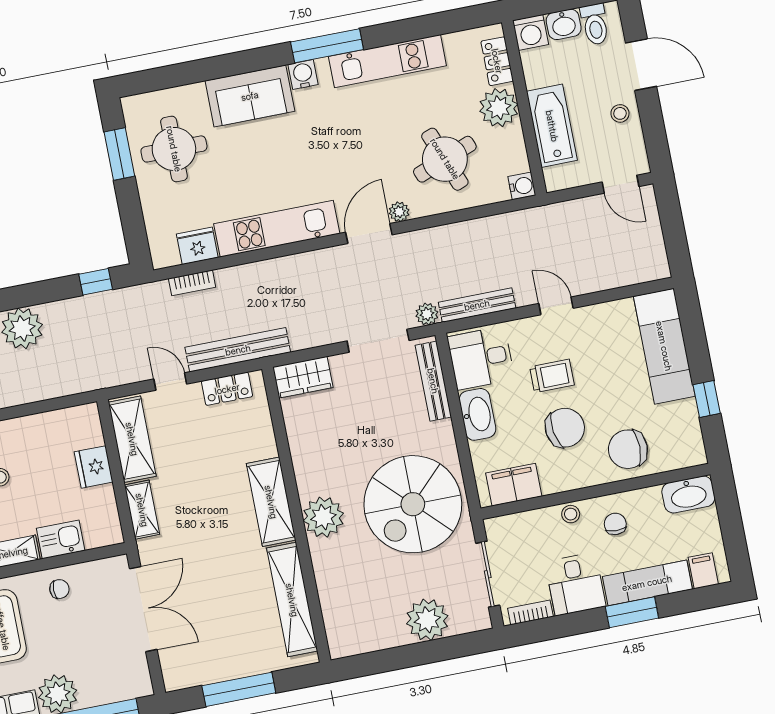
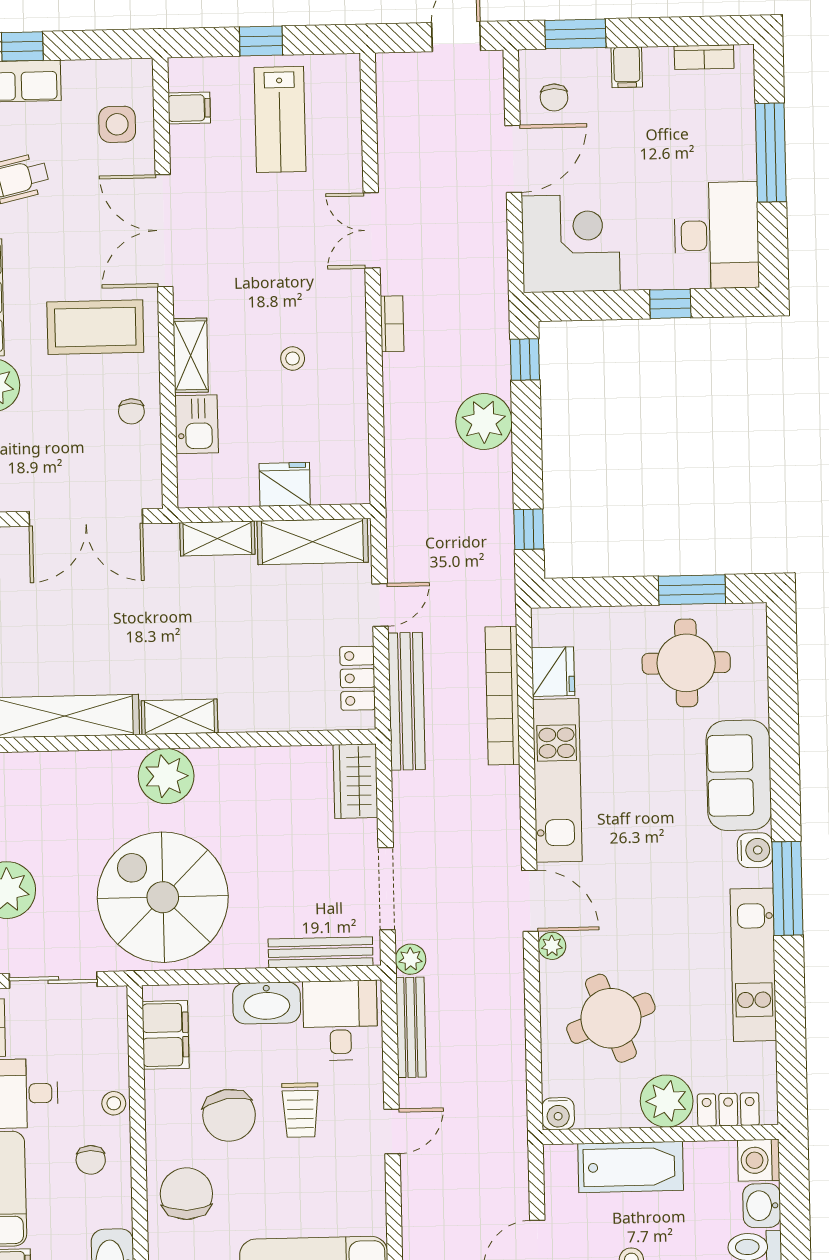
bookcase: (192, 283) -> (502, 696), width x2.31, depth x1.31
shelving: (271, 502) -> (180, 717), width x0.67, depth x0.75
chair: (615, 524) -> (91, 1160), turned 88

